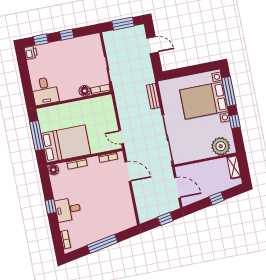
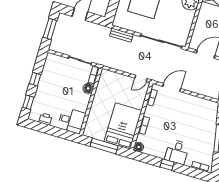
printer: (31, 53) -> (45, 119), moved

